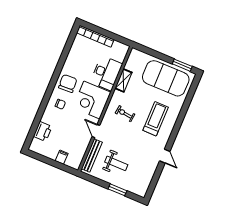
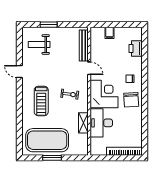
window: (182, 65) -> (52, 158), moved
weight bench: (116, 163) -> (39, 44), moved

